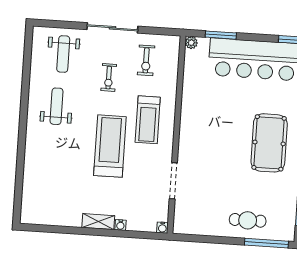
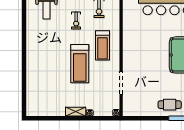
weight bench: (57, 106) -> (44, 41), removed
treadmill: (110, 146) -> (80, 64), turned 180

